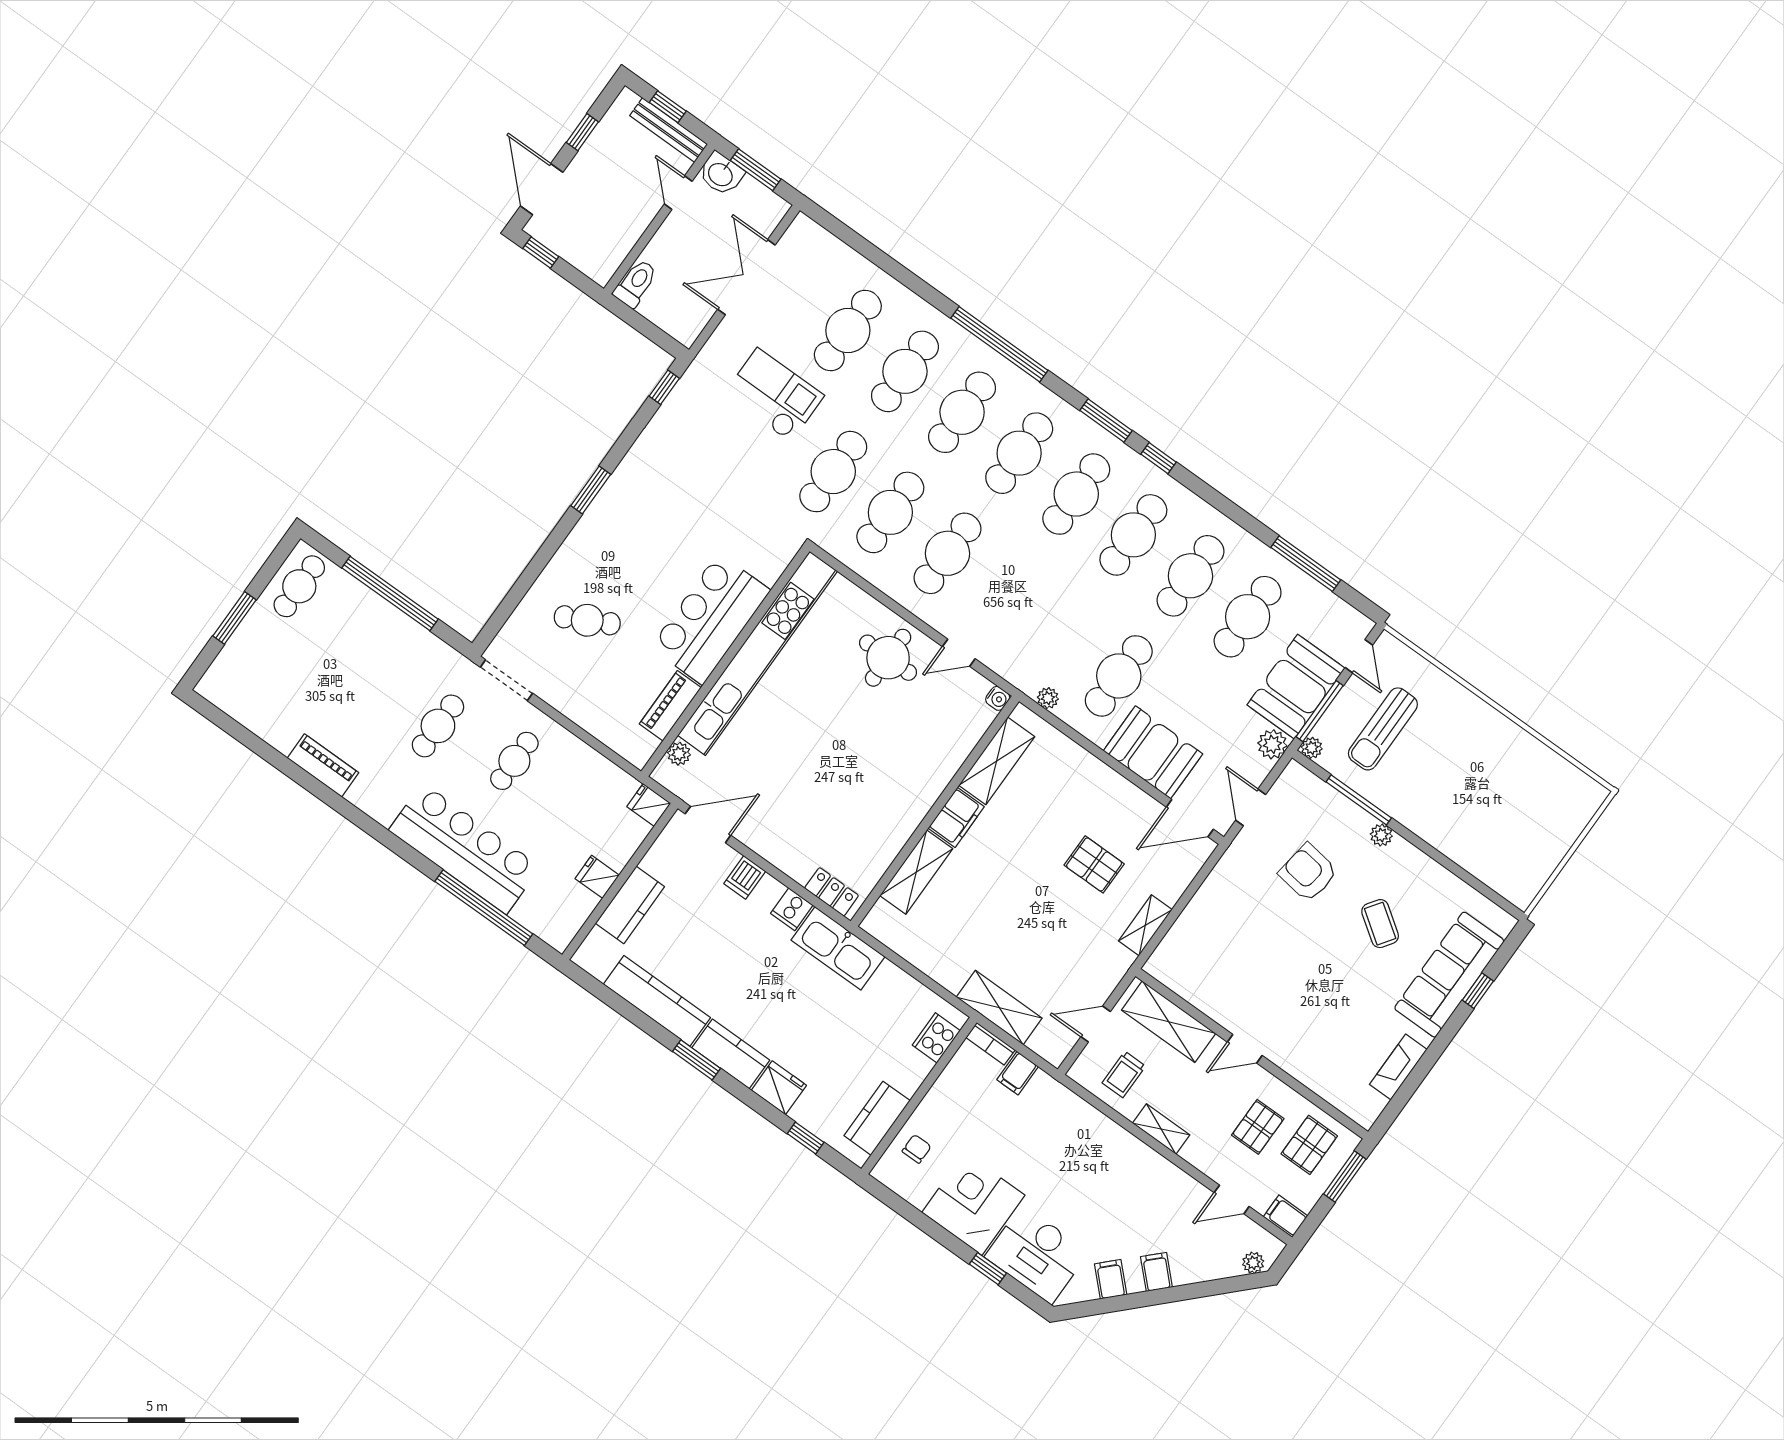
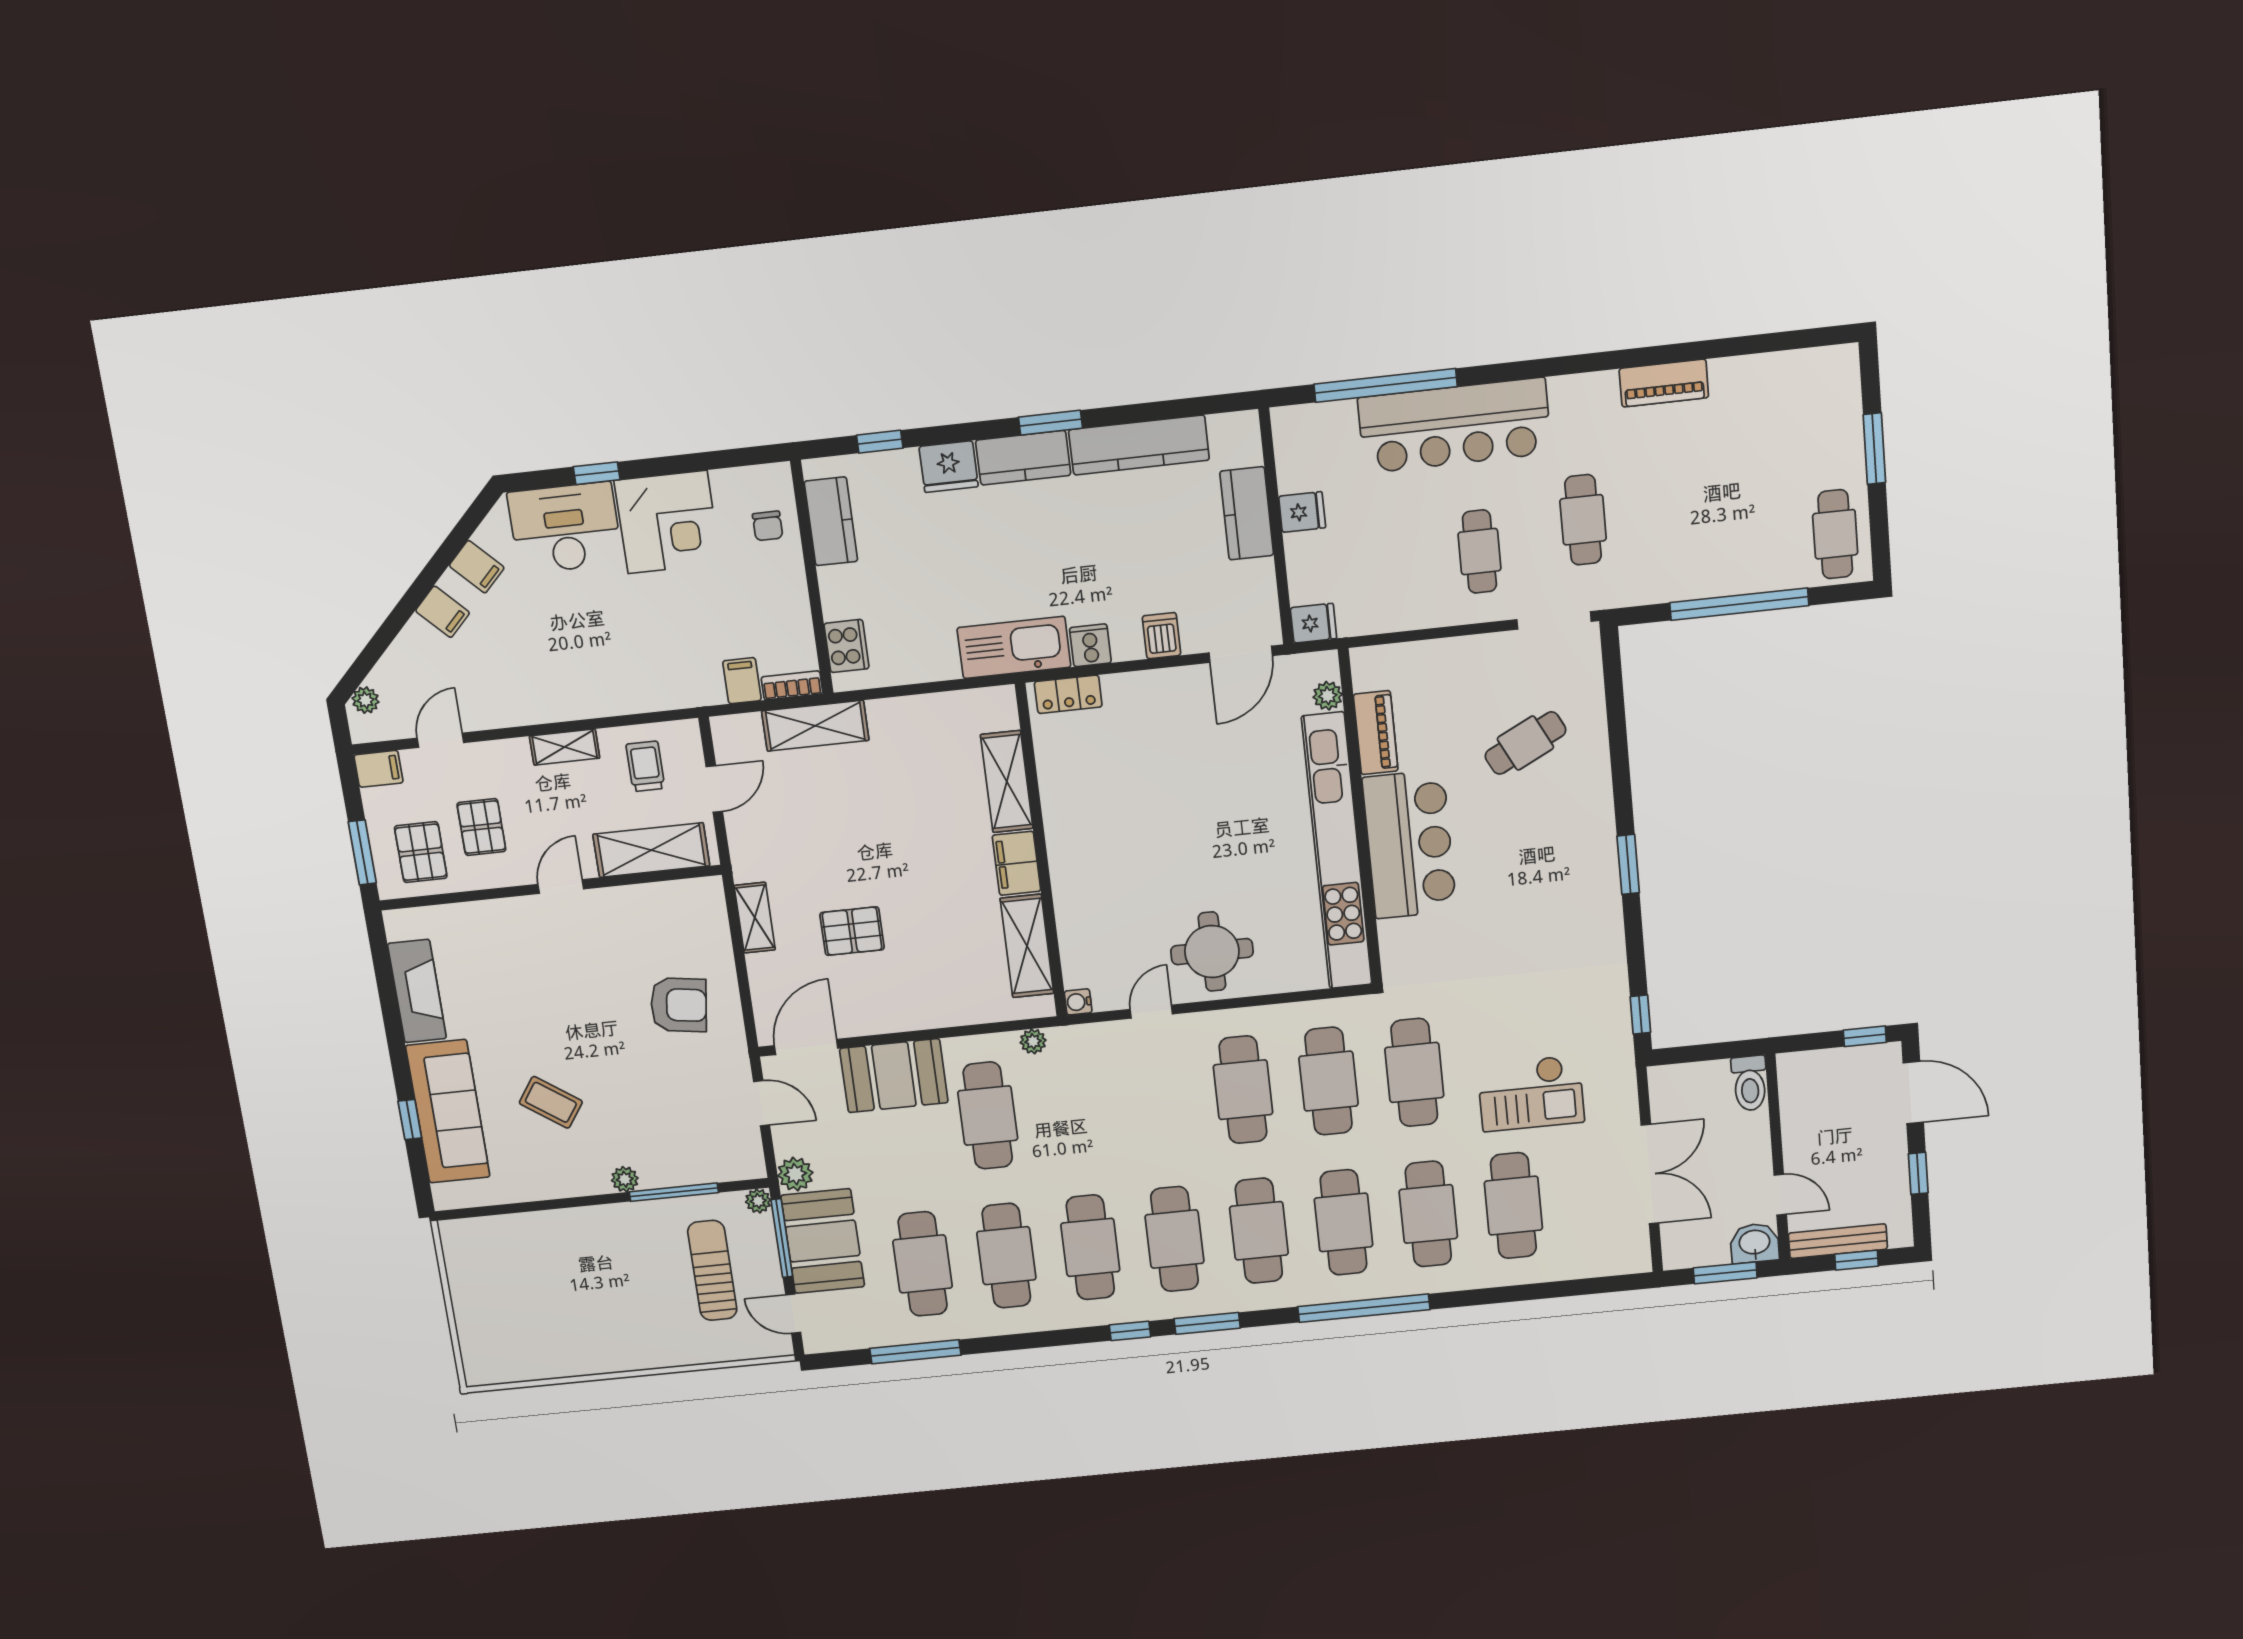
armchair: (1308, 873) -> (679, 1005), moved
fireplace: (1398, 1067) -> (417, 991), width x1.37, depth x1.32

